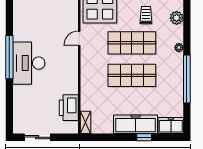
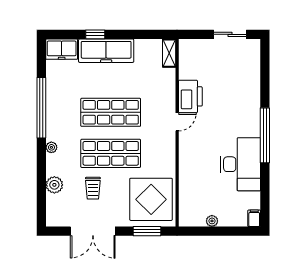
door: (79, 38) -> (177, 122), moved
desk: (29, 63) -> (241, 164), moved
printer: (69, 108) -> (190, 96), moved

